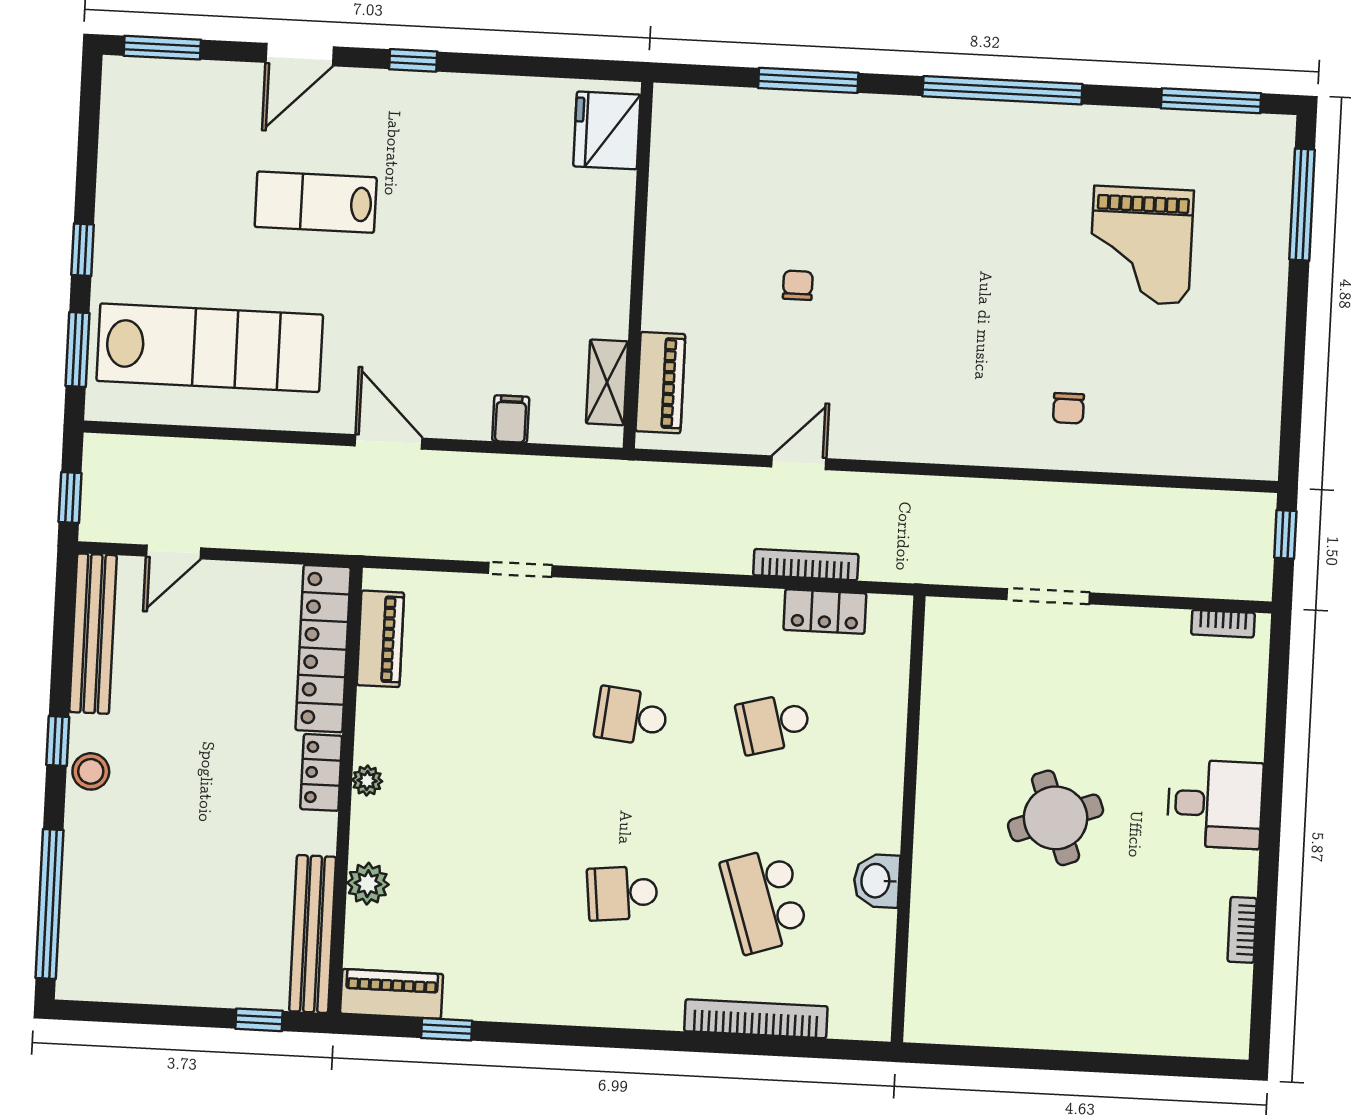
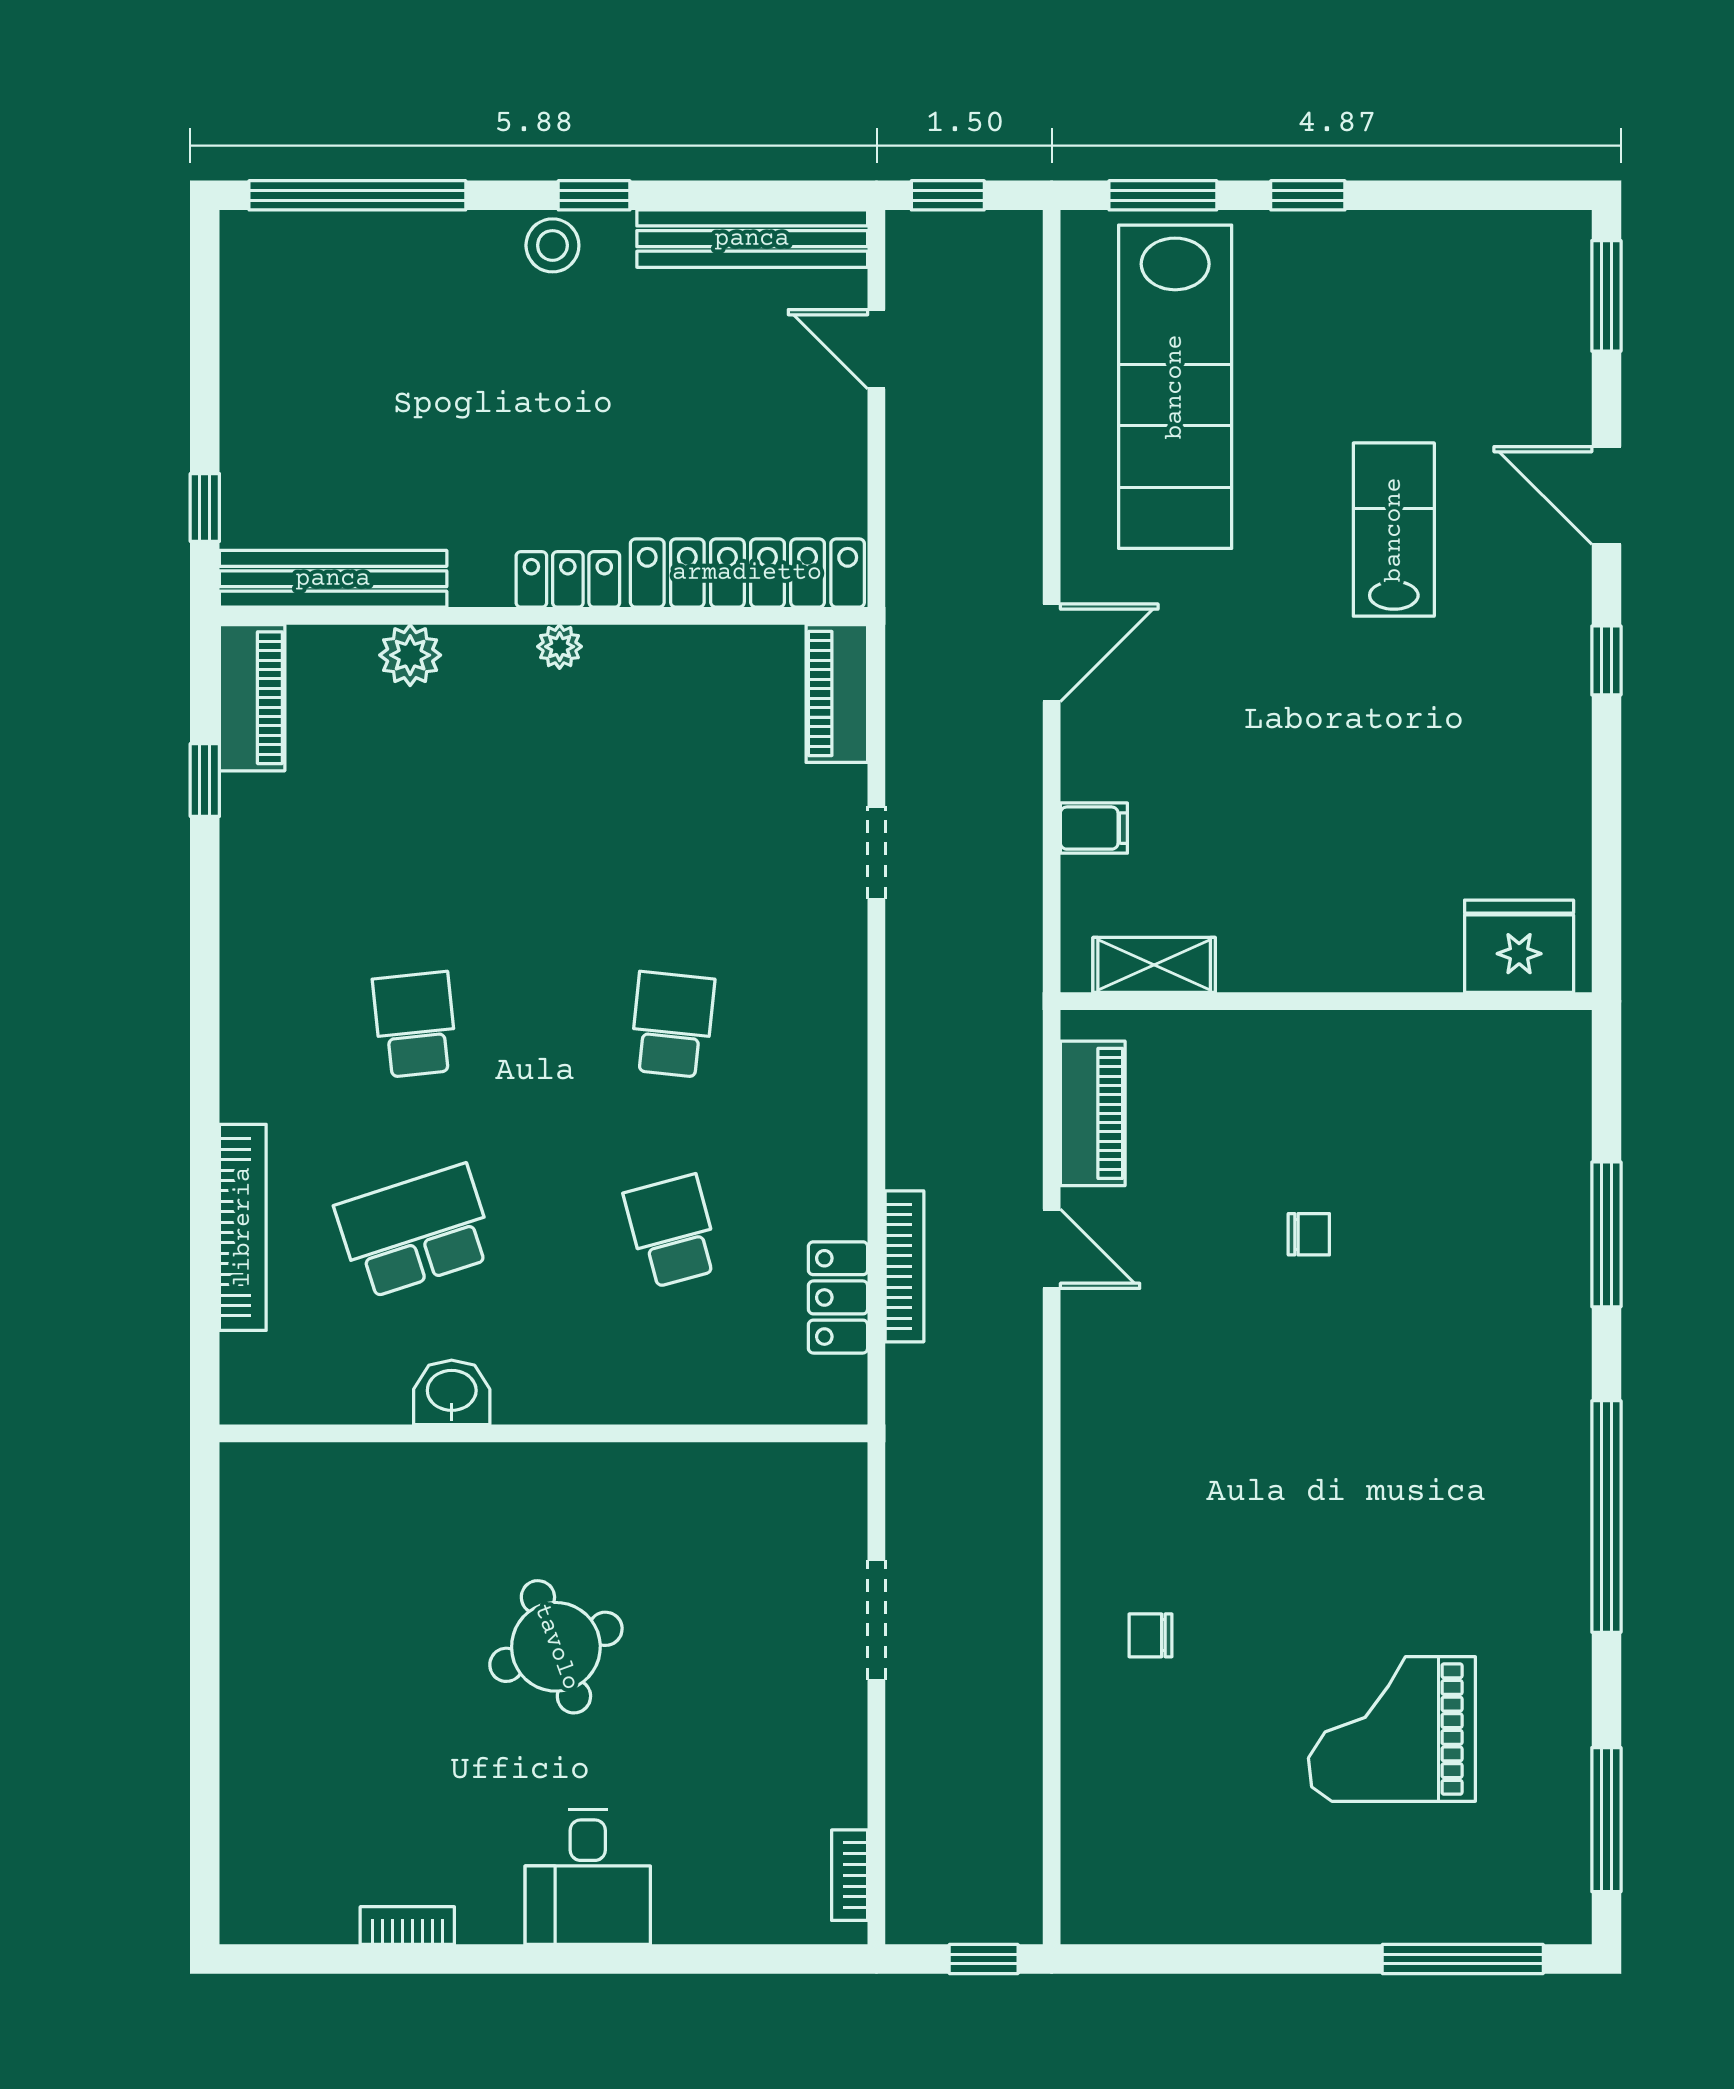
piano: (660, 383) -> (1093, 1113), moved, turned -90
piano: (380, 639) -> (837, 693), moved, turned 90

